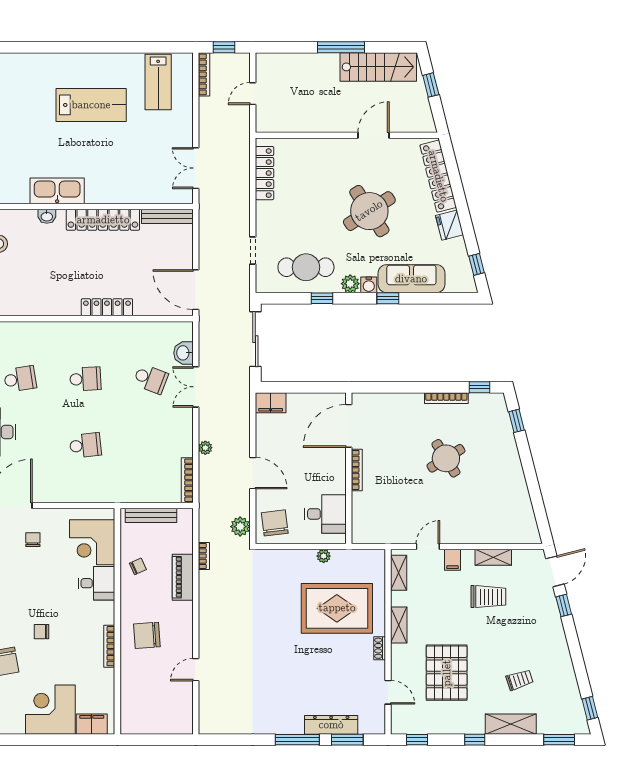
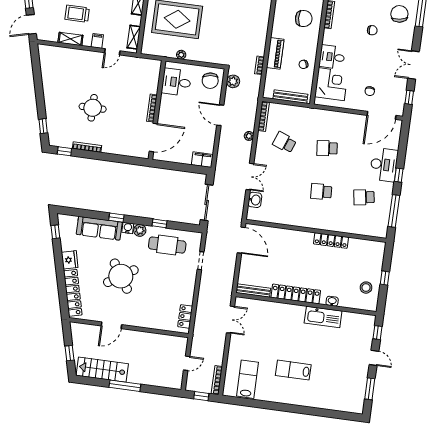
lab bench: (91, 105) -> (293, 370), width x0.73, depth x0.72
locker: (264, 173) -> (185, 316), width x0.66
locker: (107, 307) -> (331, 241), moved
school desk: (151, 379) -> (284, 142), moved
round table: (446, 458) -> (93, 108), turned 32

